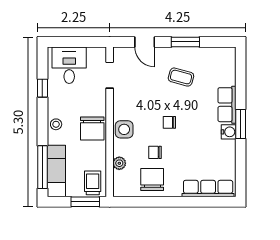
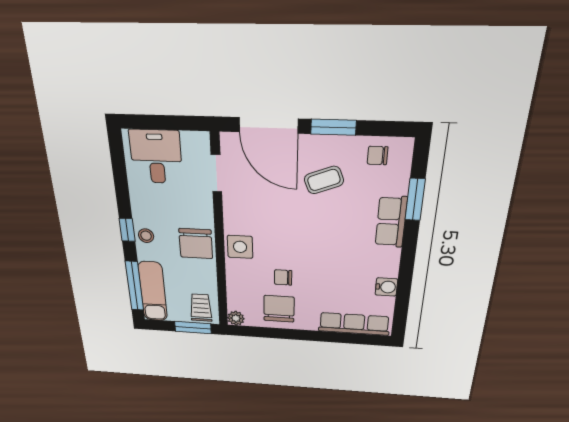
door: (145, 42) -> (268, 125), width x1.87
coffee table: (181, 77) -> (324, 180), turned -36
window: (42, 88) -> (127, 230), moved
chair: (169, 122) -> (378, 155), moved
window: (241, 124) -> (415, 200), moved
water cooler: (229, 132) -> (386, 287), moved
plant: (119, 163) -> (236, 318), moved

